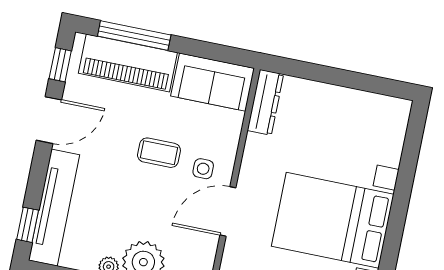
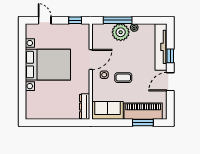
window: (134, 36) -> (143, 123), width x0.69
window: (60, 65) -> (170, 105), removed
window: (28, 225) -> (170, 56), moved

